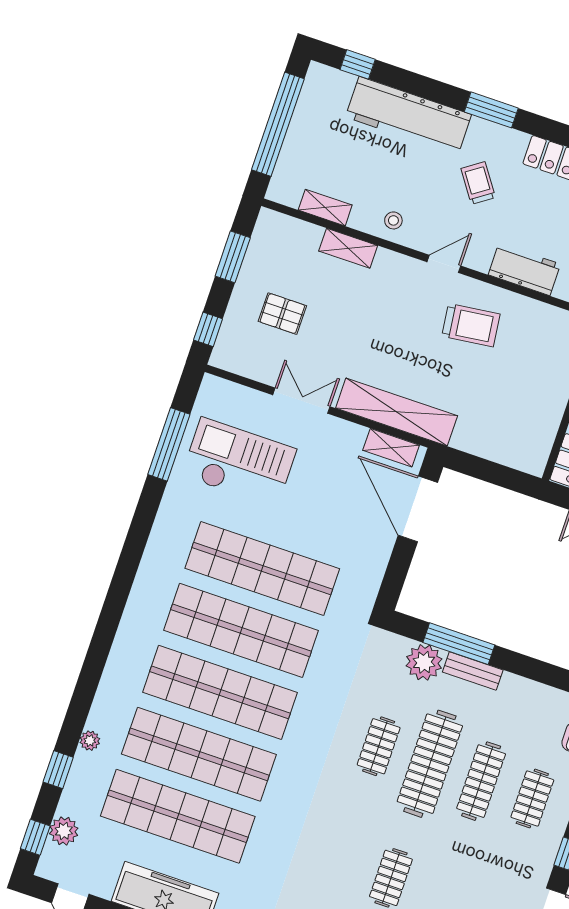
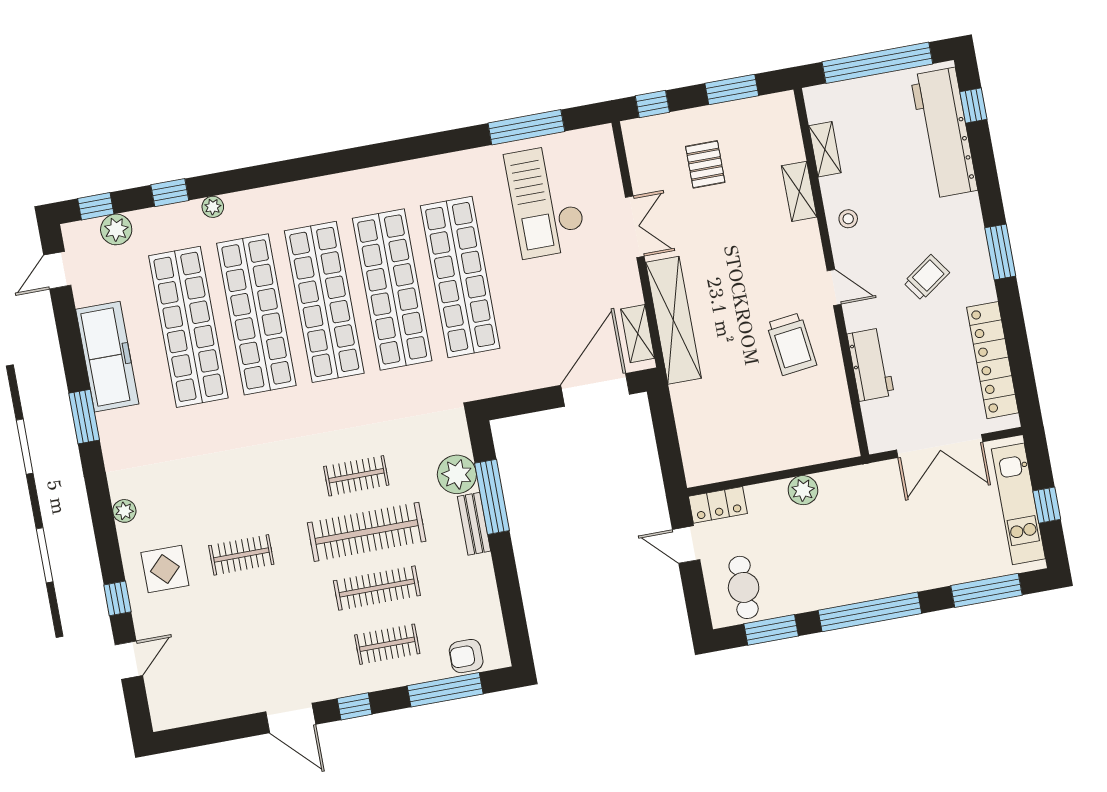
workbench: (408, 116) -> (944, 133), moved
checkout: (239, 463) -> (546, 201), turned 180

